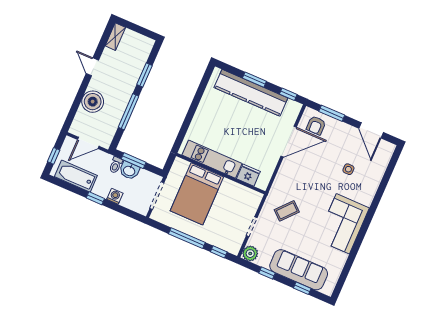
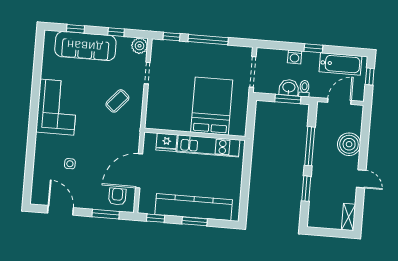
kitchen unit: (212, 159) -> (208, 146), moved
wall: (221, 174) -> (195, 134), moved
fridge: (248, 175) -> (167, 142), moved
bed: (197, 194) -> (212, 106), moved

